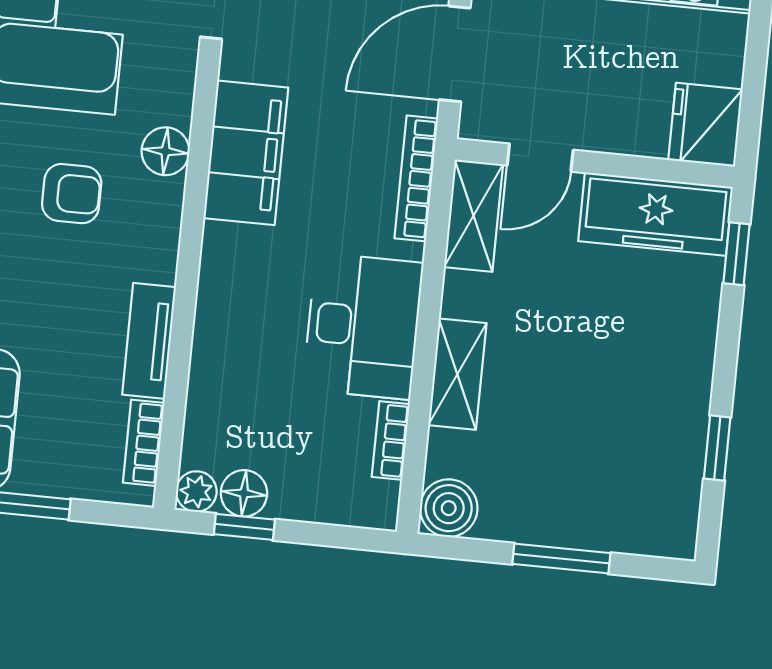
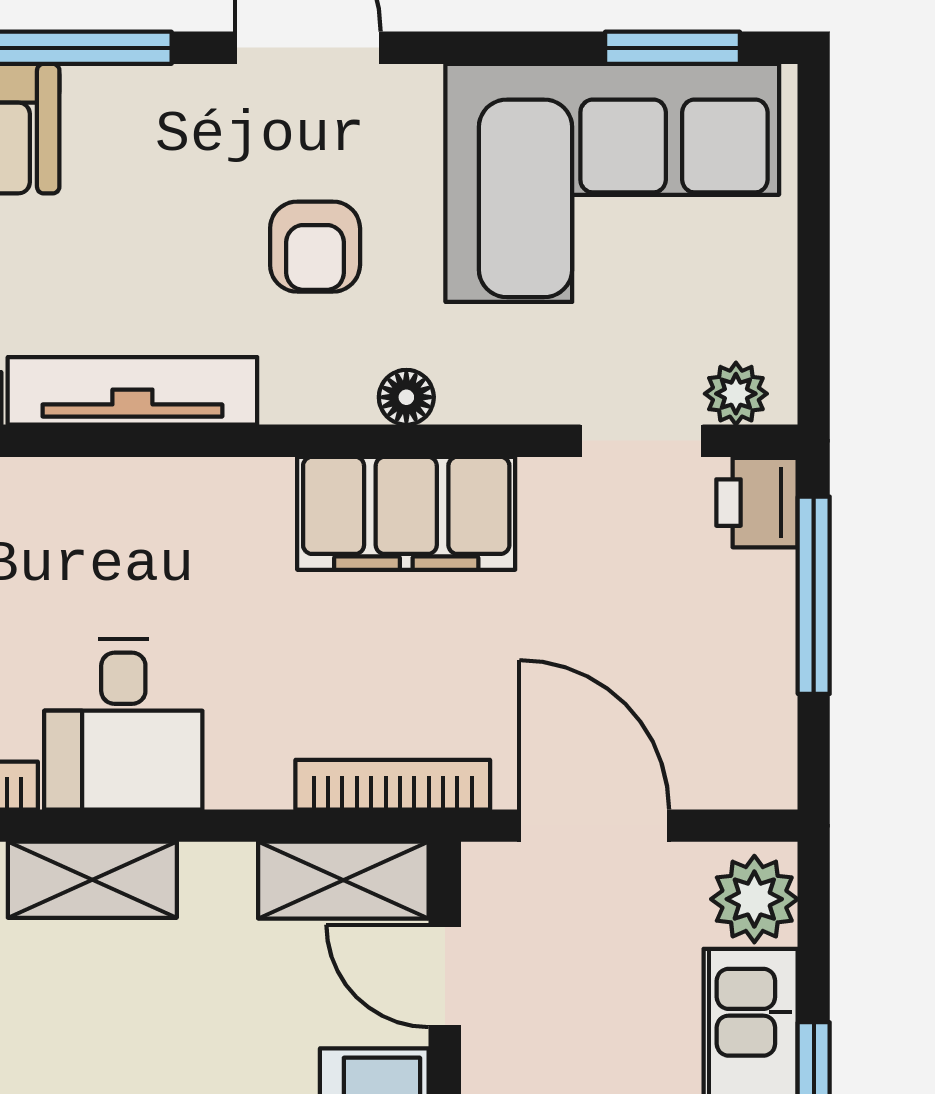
floor lamp: (165, 151) -> (406, 397), width x0.73, depth x0.73
desk: (363, 326) -> (123, 724), width x0.73
tv unit: (149, 341) -> (132, 391), width x1.41

